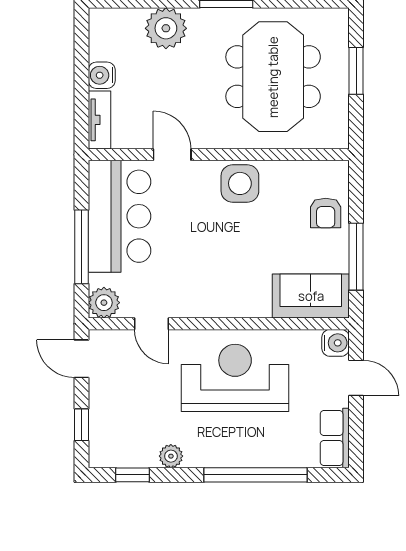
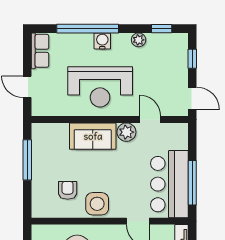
armchair: (326, 213) -> (68, 190), moved
window: (81, 247) -> (192, 183), moved
sofa: (311, 296) -> (93, 136), moved
plant: (104, 303) -> (126, 132), moved
water cooler: (336, 343) -> (102, 41), moved, turned 90

